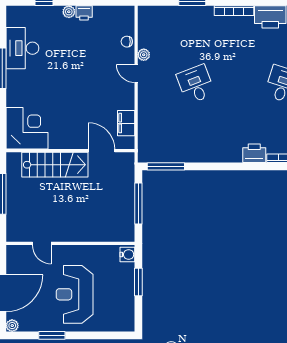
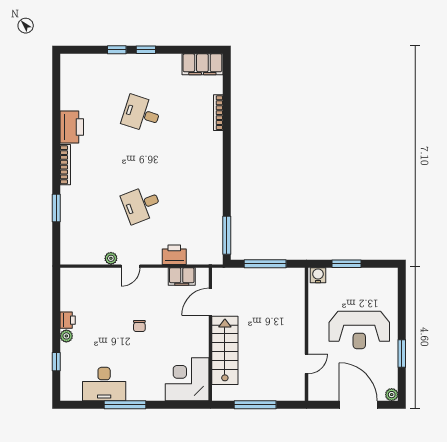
chair: (127, 42) -> (139, 326), moved
printer: (254, 153) -> (174, 255), moved, turned 90

